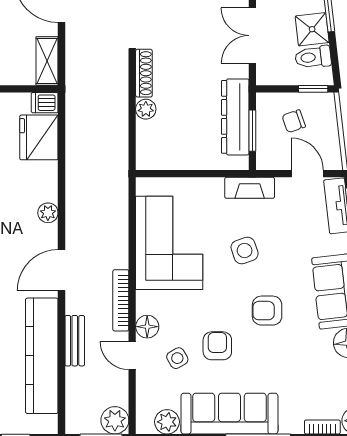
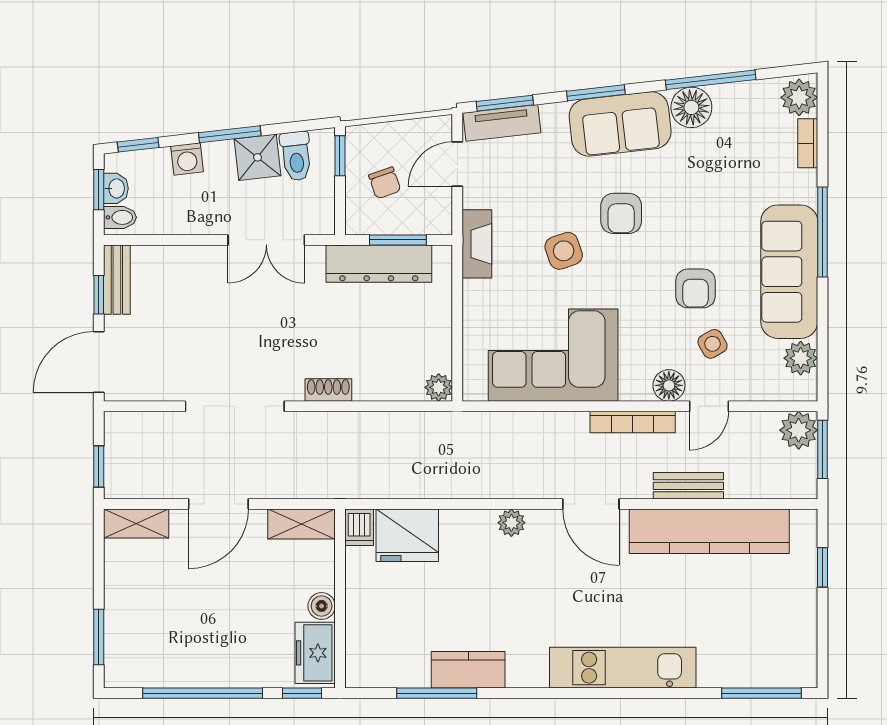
shoe rack: (144, 73) -> (328, 390), width x0.70
plant: (146, 109) -> (439, 387), moved
armchair: (267, 311) -> (621, 213), moved
armchair: (217, 346) -> (696, 288), turned -90

